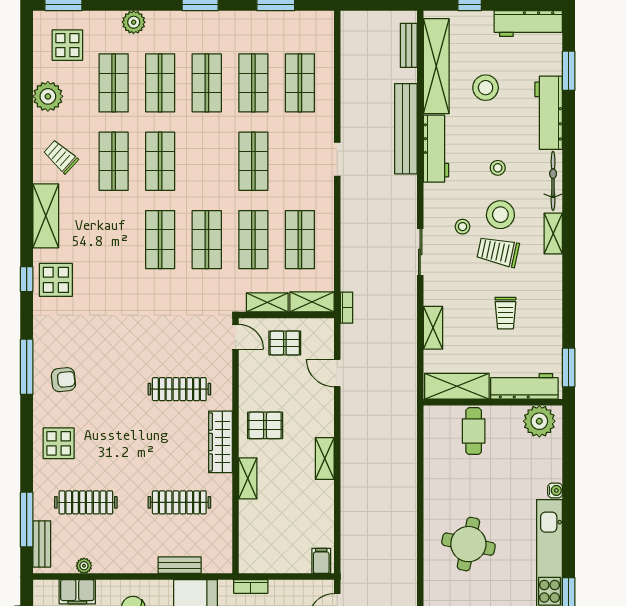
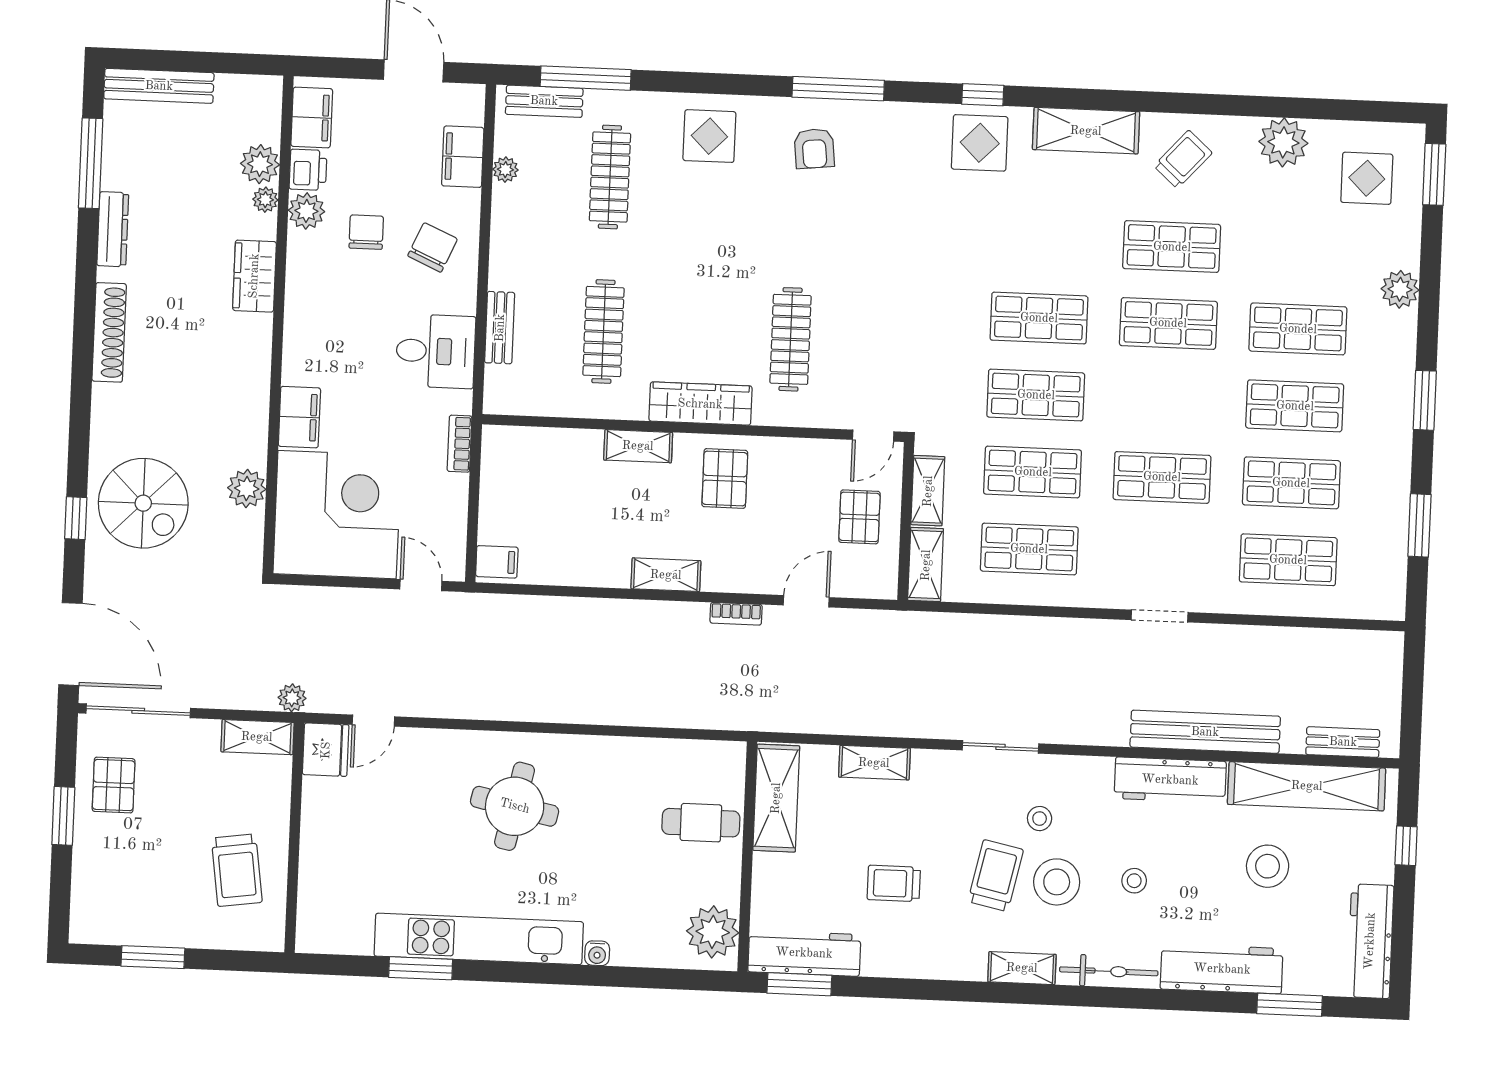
shop shelf: (114, 83) -> (1301, 252), removed
bookcase: (347, 308) -> (736, 614), moved
workbench: (524, 386) -> (804, 953), moved, turned -90

